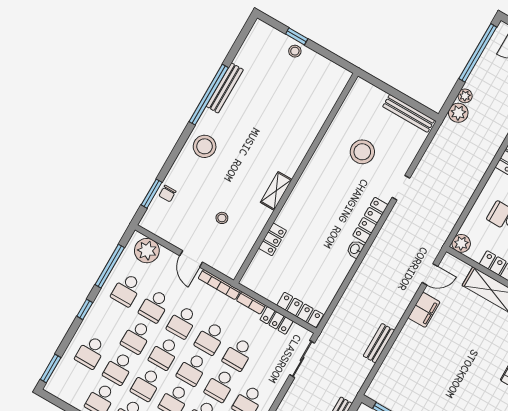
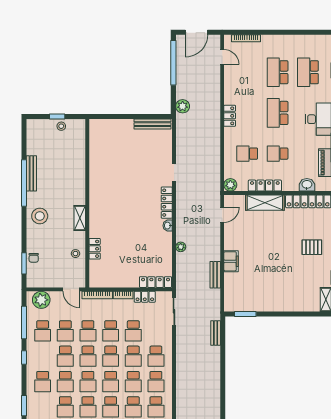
plant: (465, 96) -> (181, 247), moved
stool: (362, 152) -> (138, 164), removed
wall: (296, 178) -> (87, 203), moved
shelving: (276, 191) -> (80, 218), moved
locker: (273, 239) -> (95, 249), moved
filing cabinet: (424, 310) -> (231, 261), moved

